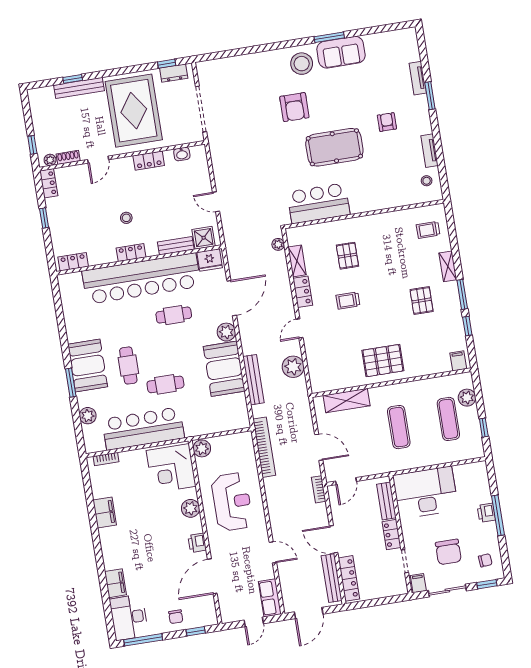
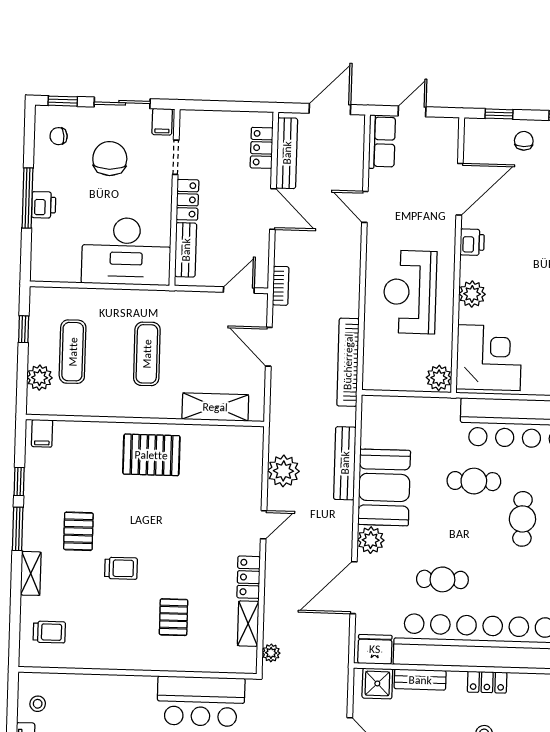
trolley: (348, 301) -> (121, 568), moved
locker: (349, 578) -> (262, 148), width x0.66

